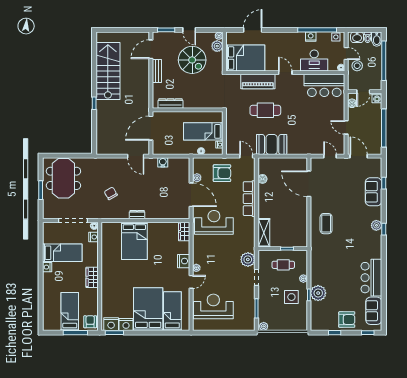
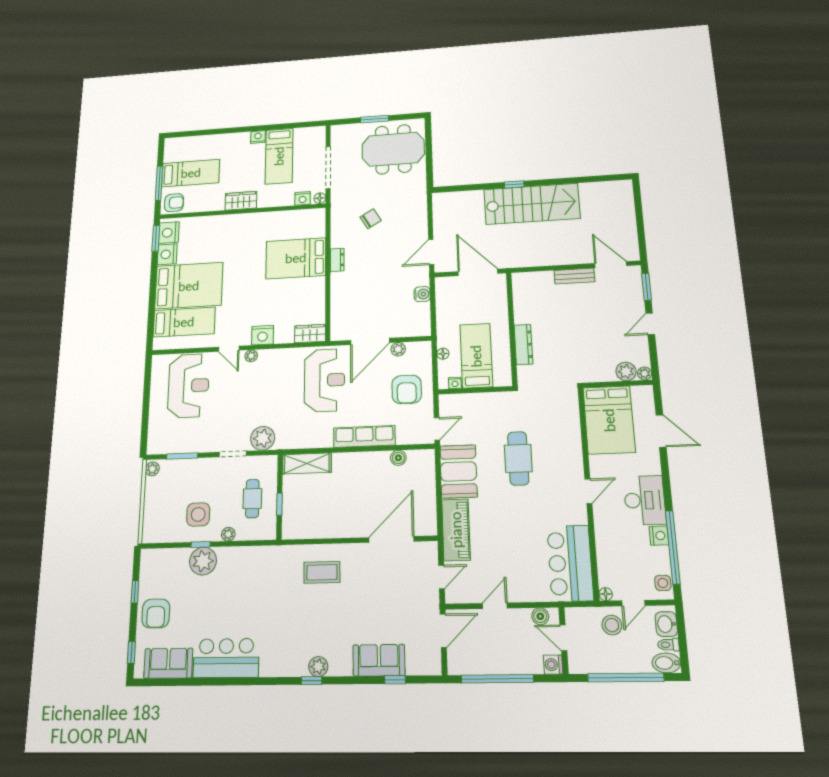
spiral stairs: (192, 60) -> (598, 331), removed
desk: (314, 61) -> (645, 500), moved, turned 180
stairs: (108, 71) -> (532, 204), moved
piano: (258, 82) -> (456, 530), moved, turned 180
dresser: (171, 104) -> (523, 345), moved

